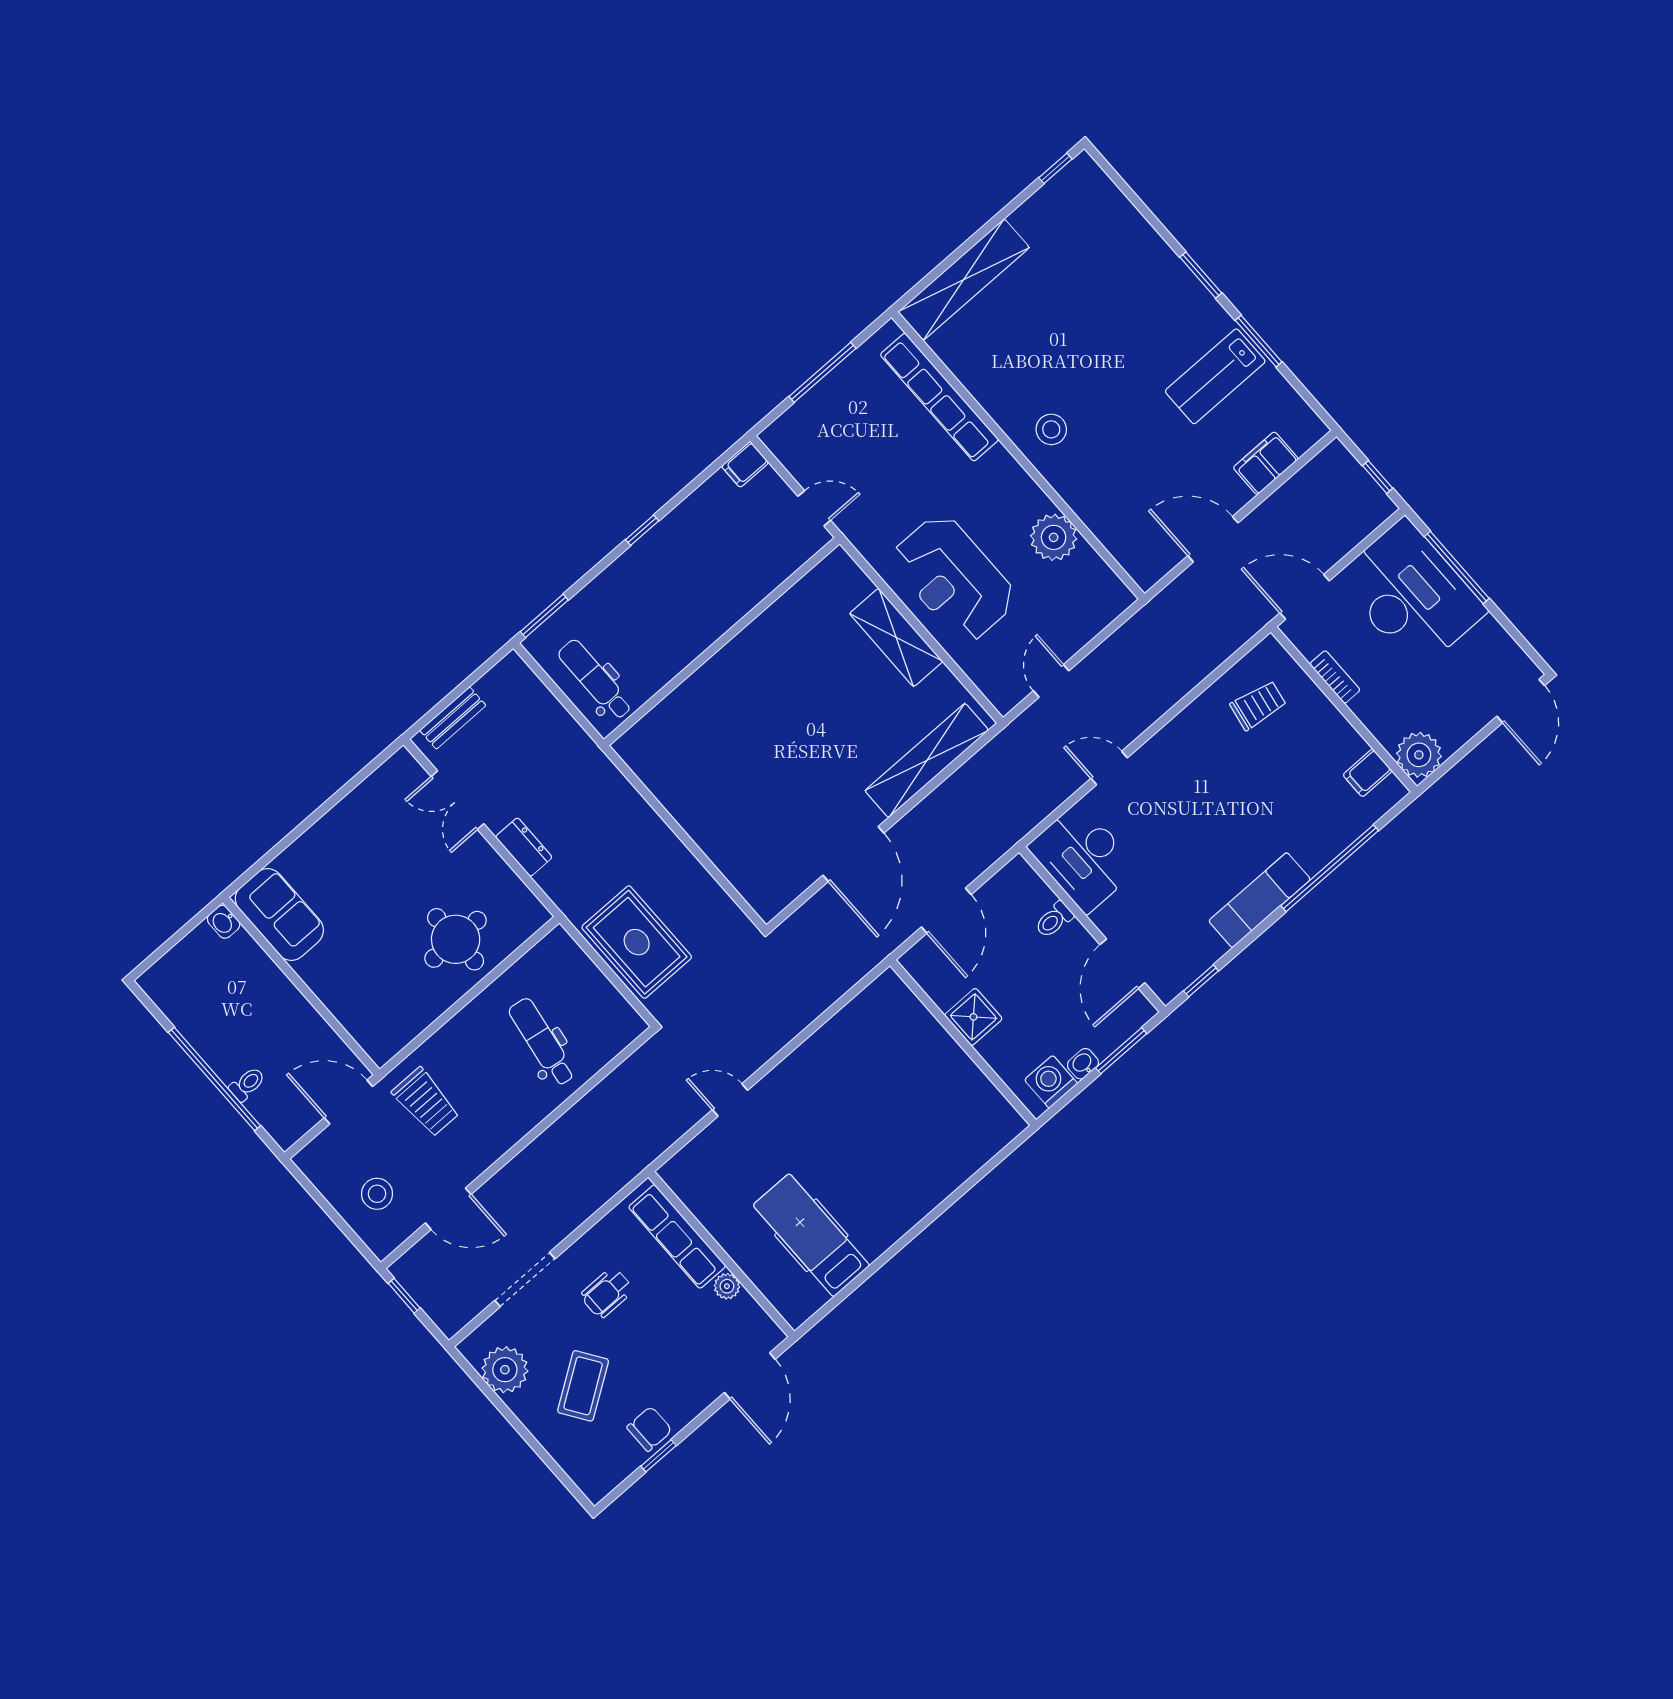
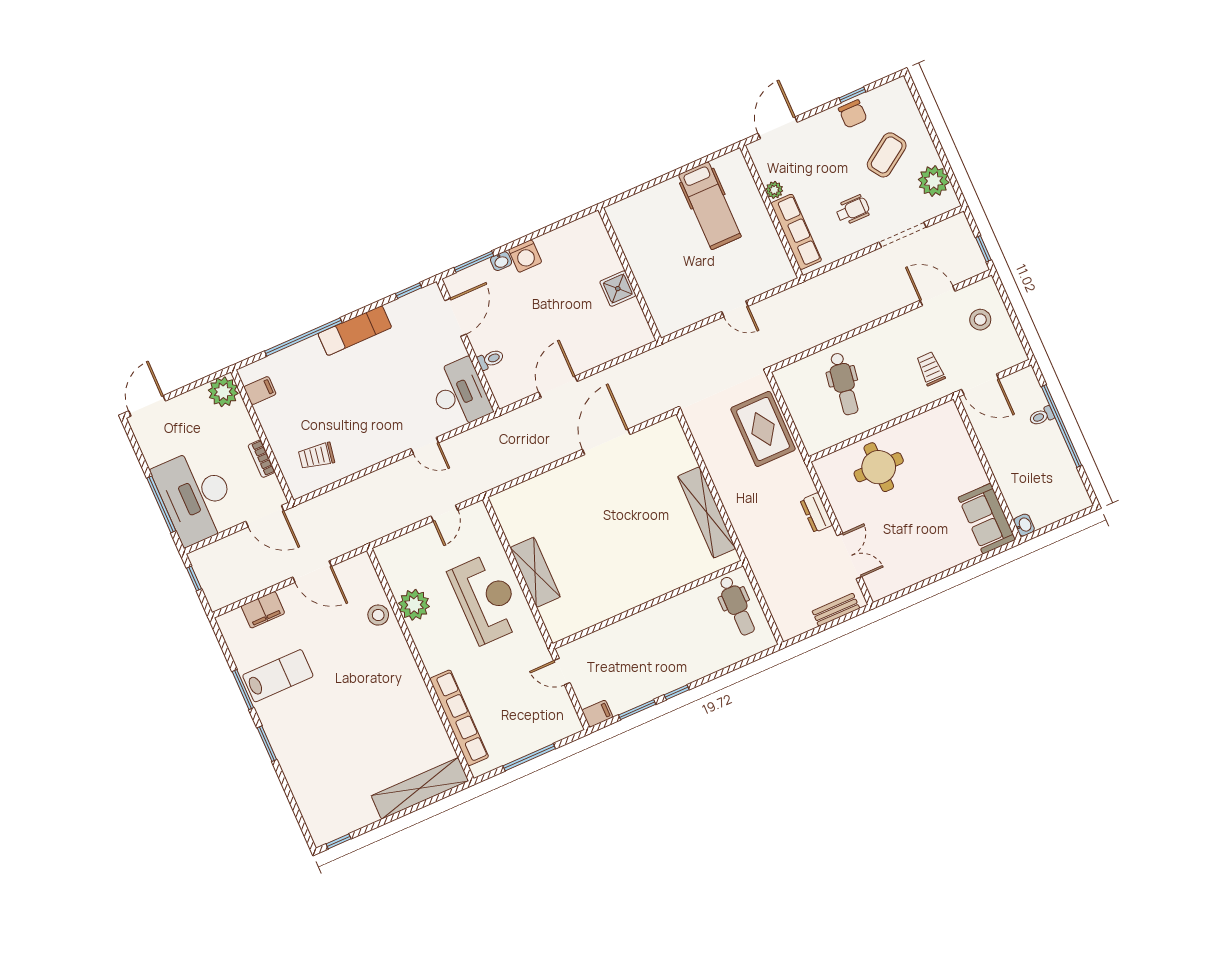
stool: (1051, 429) -> (378, 615), moved
window: (544, 616) -> (637, 710), moved
shelving: (927, 760) -> (707, 512), moved, turned 90
shower: (973, 1017) -> (618, 289), moved
wall: (963, 1043) -> (630, 274), moved
trolley: (426, 1102) -> (931, 369), width x0.73, depth x0.72
chair: (649, 1429) -> (853, 114), turned -90

